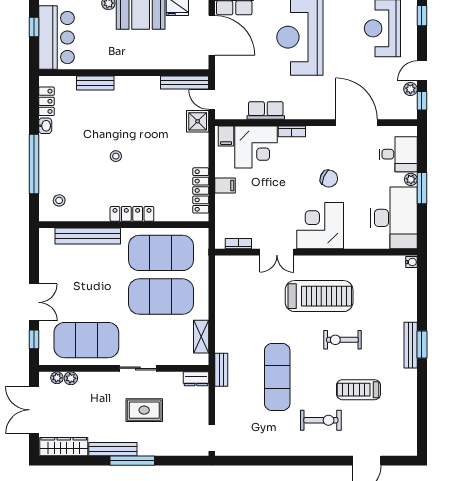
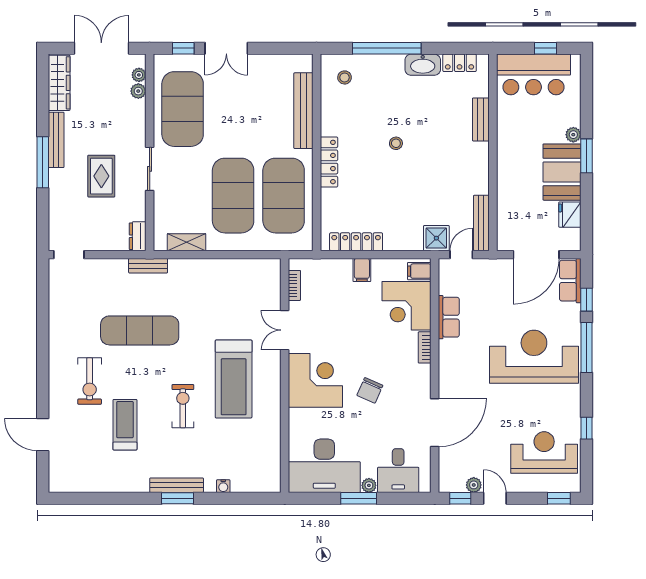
washbasin: (45, 126) -> (423, 65), width x1.91, depth x1.45
water cooler: (411, 262) -> (223, 486), moved

